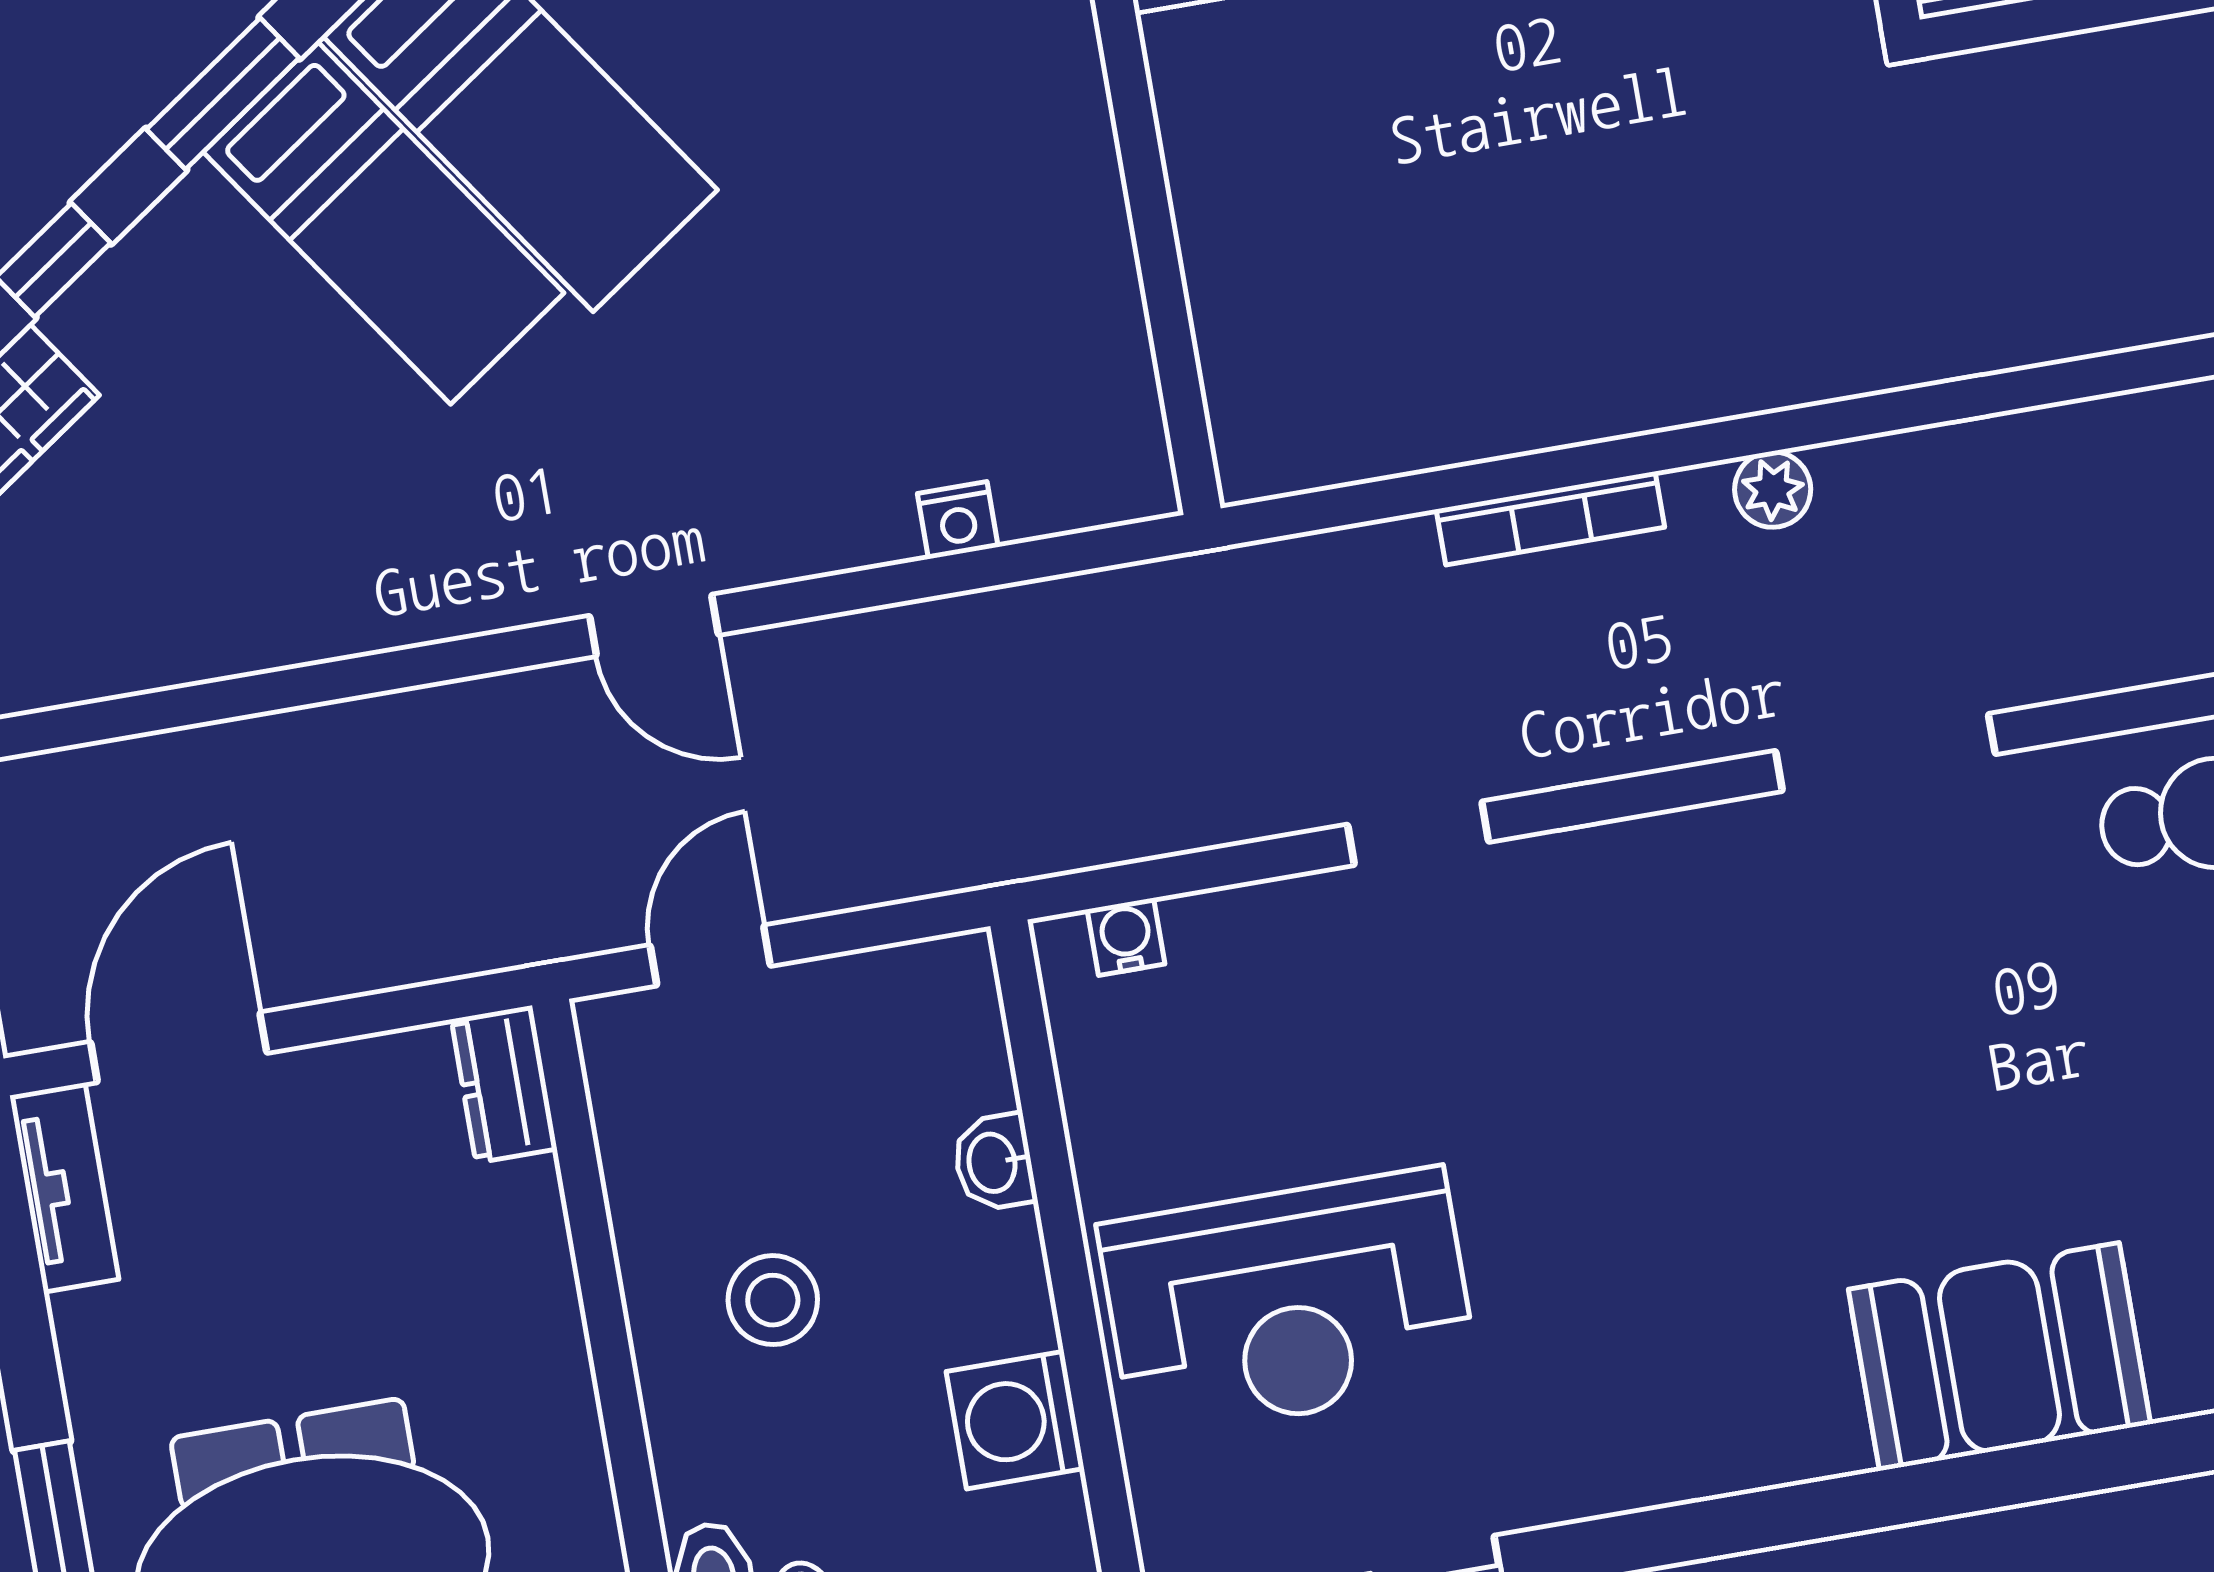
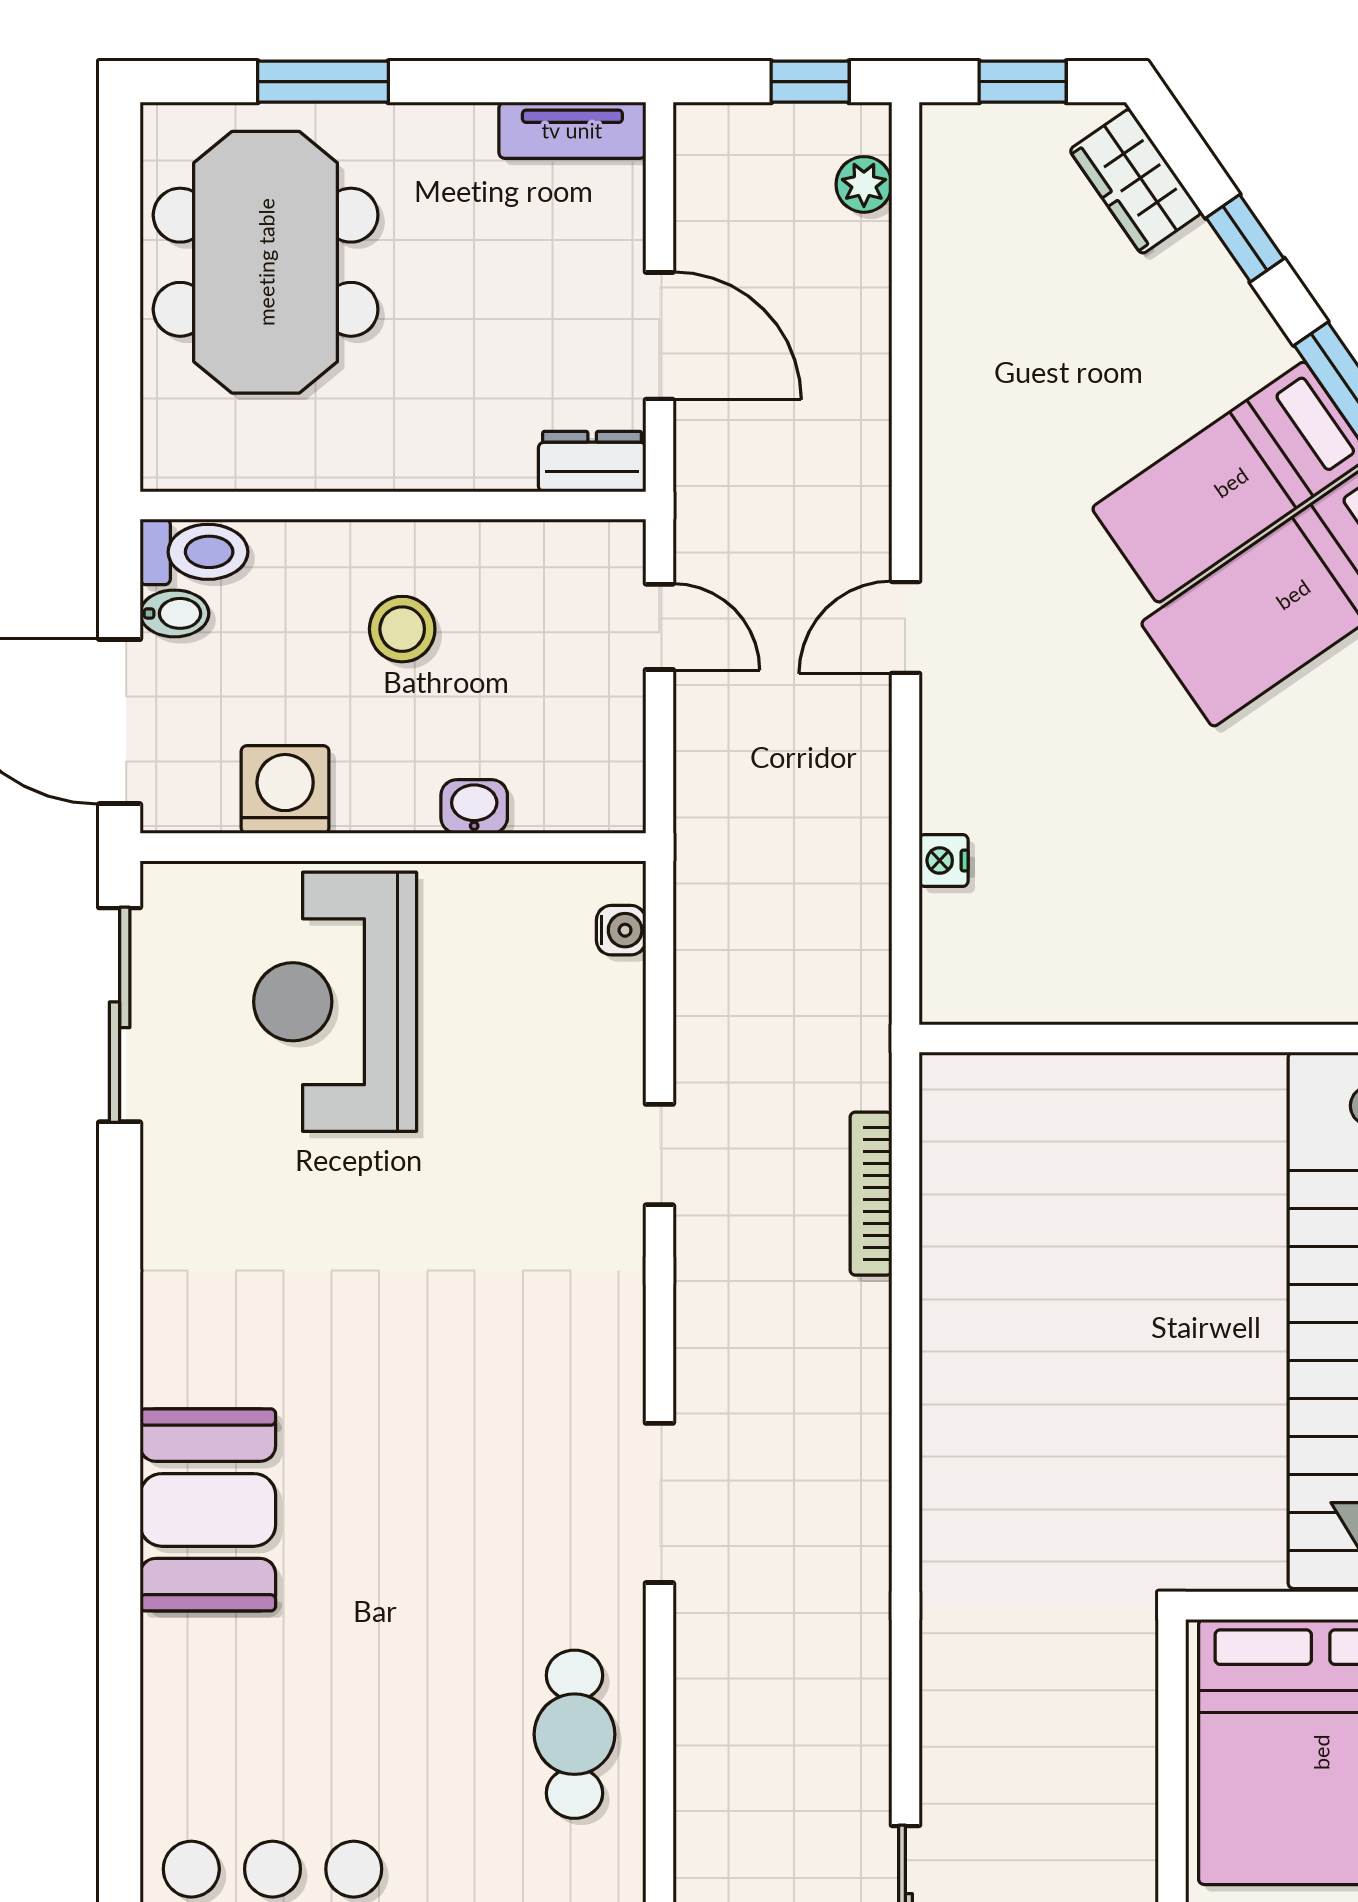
plant: (1773, 490) -> (864, 184), moved
bookcase: (1550, 518) -> (871, 1194), moved
door: (179, 1047) -> (659, 336), moved

